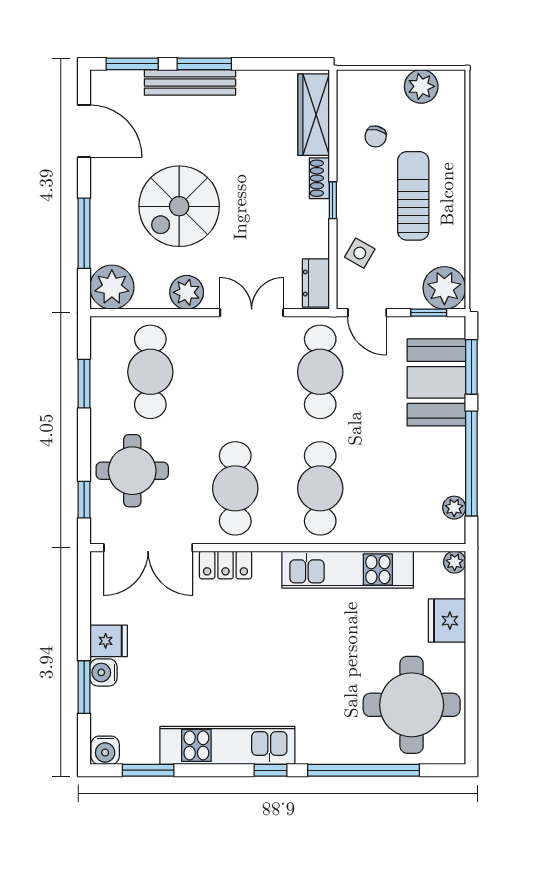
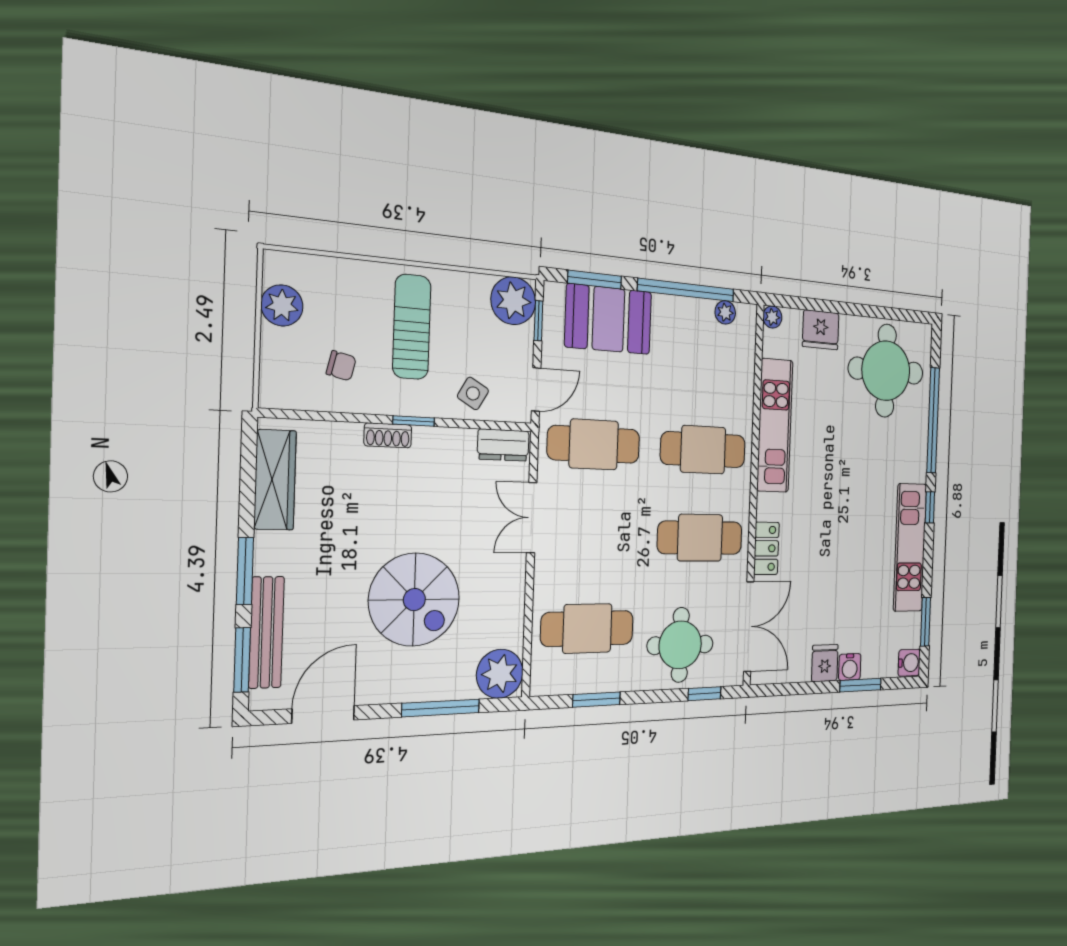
bench: (190, 82) -> (266, 632), moved
wardrobe: (314, 115) -> (275, 480), moved, turned -90
sun lounger: (413, 196) -> (412, 327), turned 90
plant: (187, 292) -> (508, 590), removed

